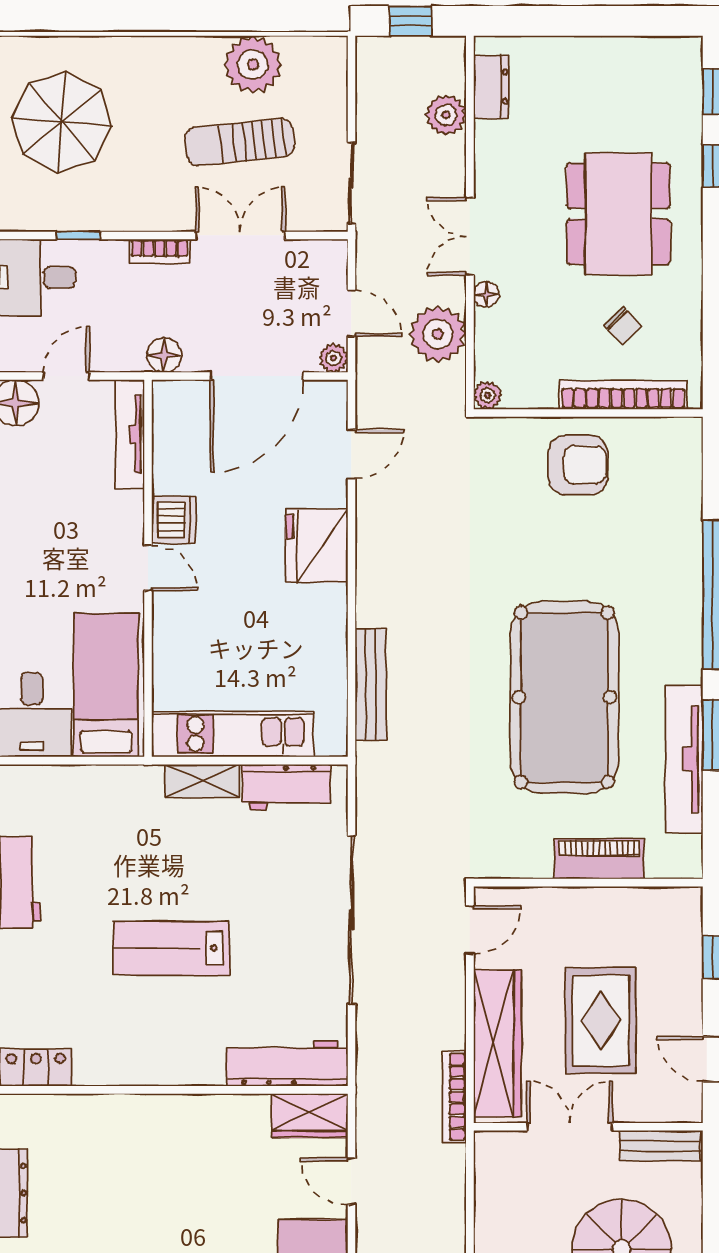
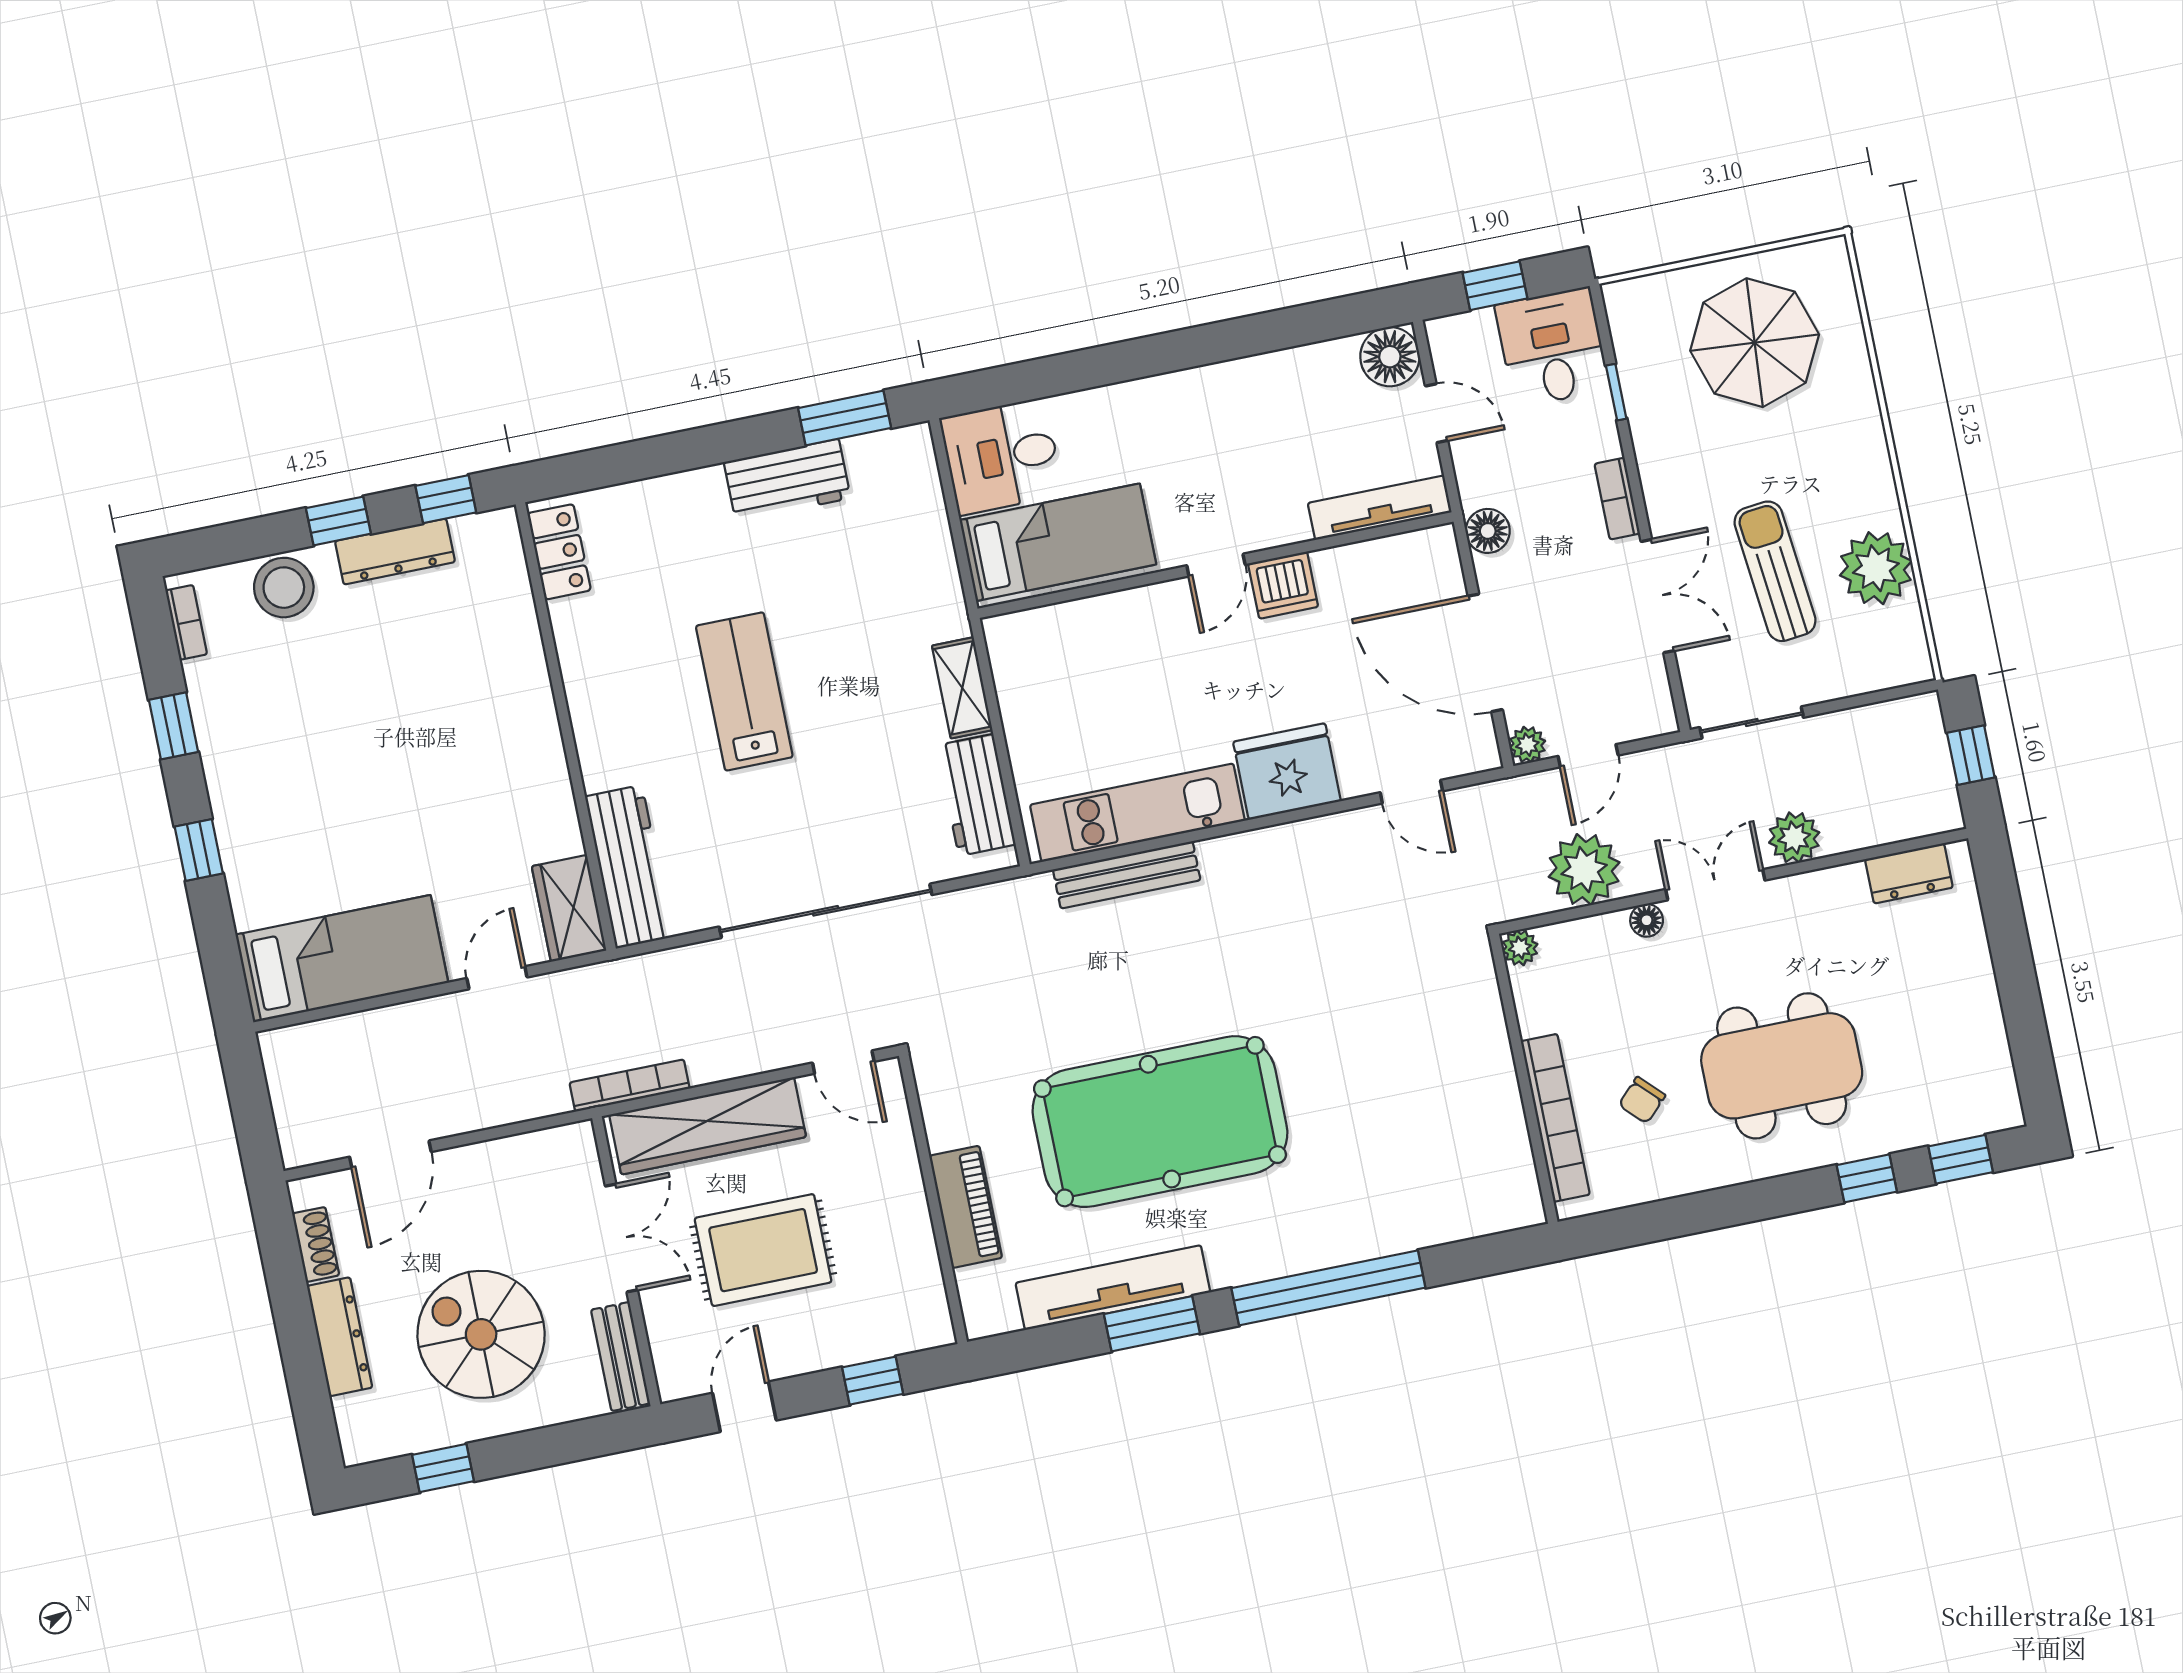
plant: (446, 115) -> (1794, 838), moved
armchair: (578, 465) -> (1456, 1079), removed
kitchen unit: (233, 734) -> (1137, 813), moved, turned -90

